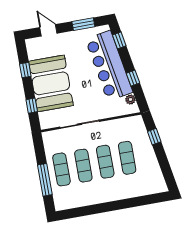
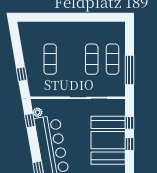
window: (25, 70) -> (129, 144), moved
window: (133, 78) -> (30, 120), moved
exercise mat: (105, 162) -> (71, 59), removed
window: (45, 180) -> (129, 70), moved

